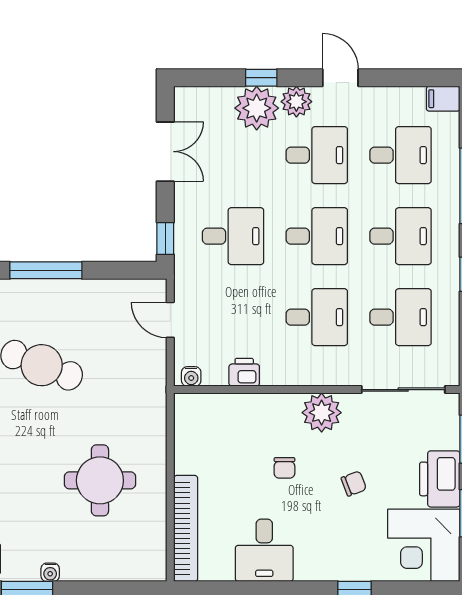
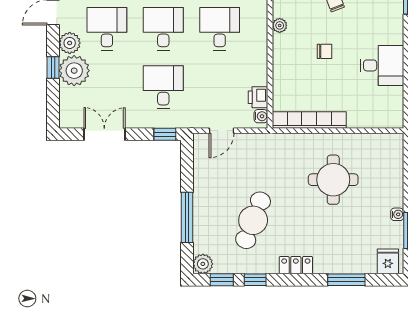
printer: (244, 372) -> (258, 97), moved
plant: (322, 413) -> (280, 25), width x0.53, depth x0.53
bookcase: (186, 528) -> (309, 120), moved

